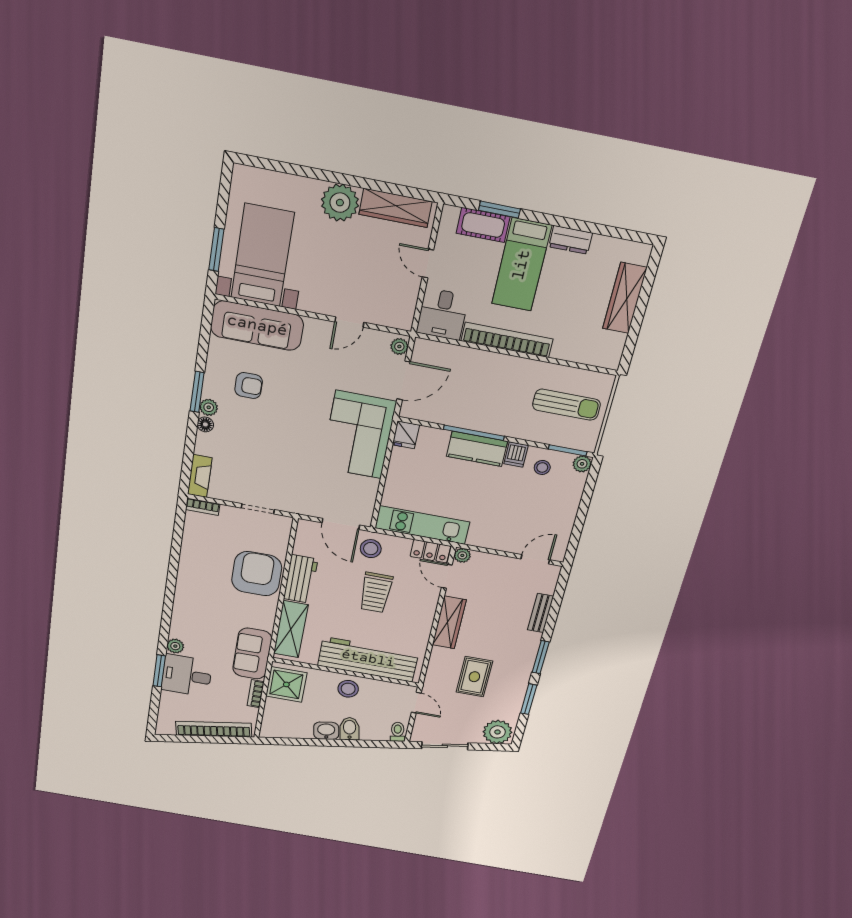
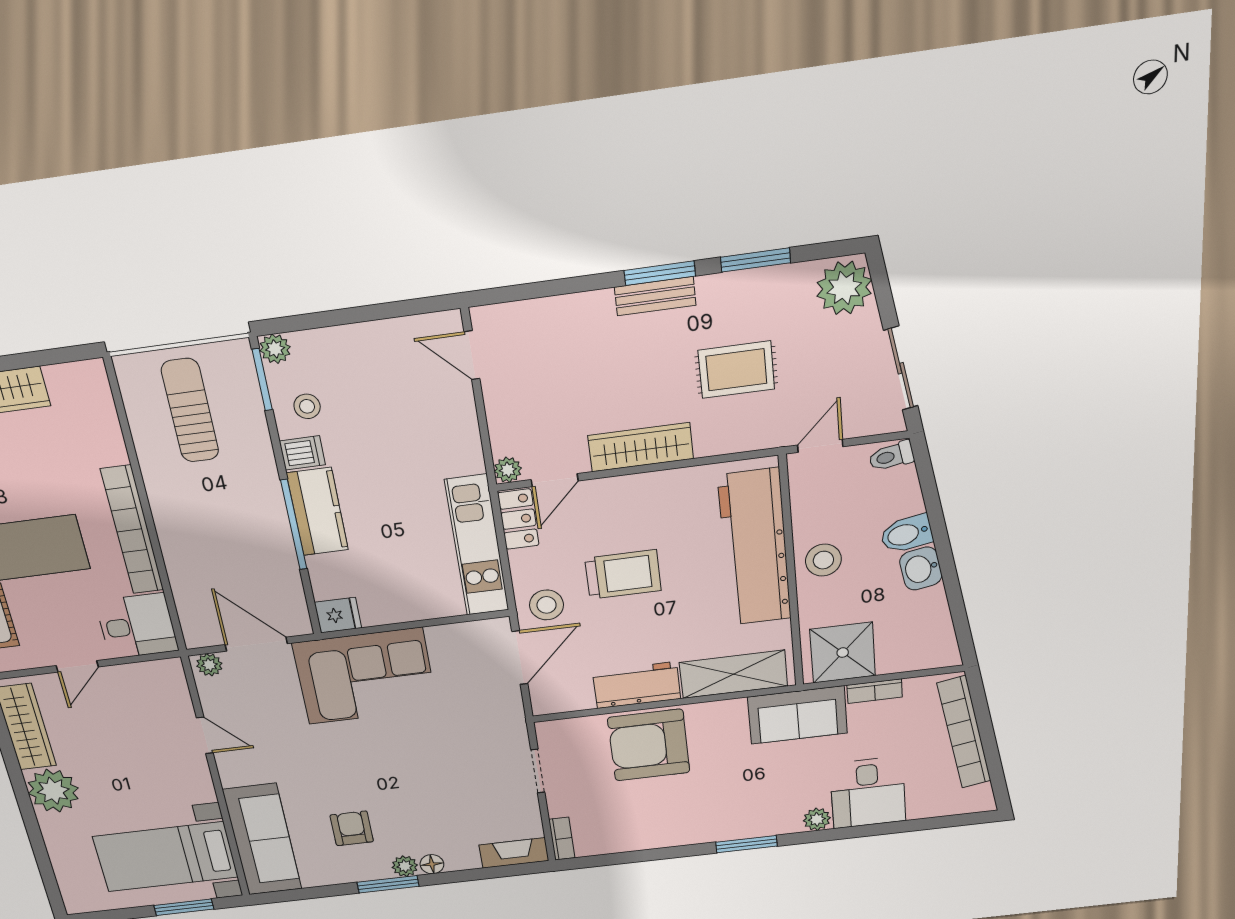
bench: (541, 613) -> (655, 296), moved
window: (159, 671) -> (746, 844), moved

